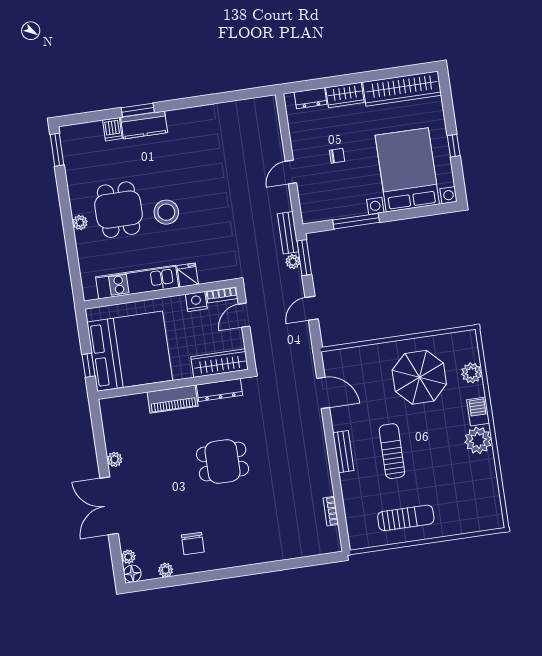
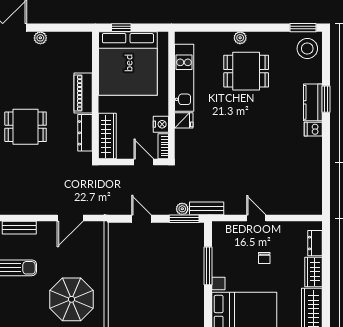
dishwasher: (112, 129) -> (313, 129), moved
stool: (166, 212) -> (307, 49), moved
dining table: (223, 462) -> (26, 127), turned 90

